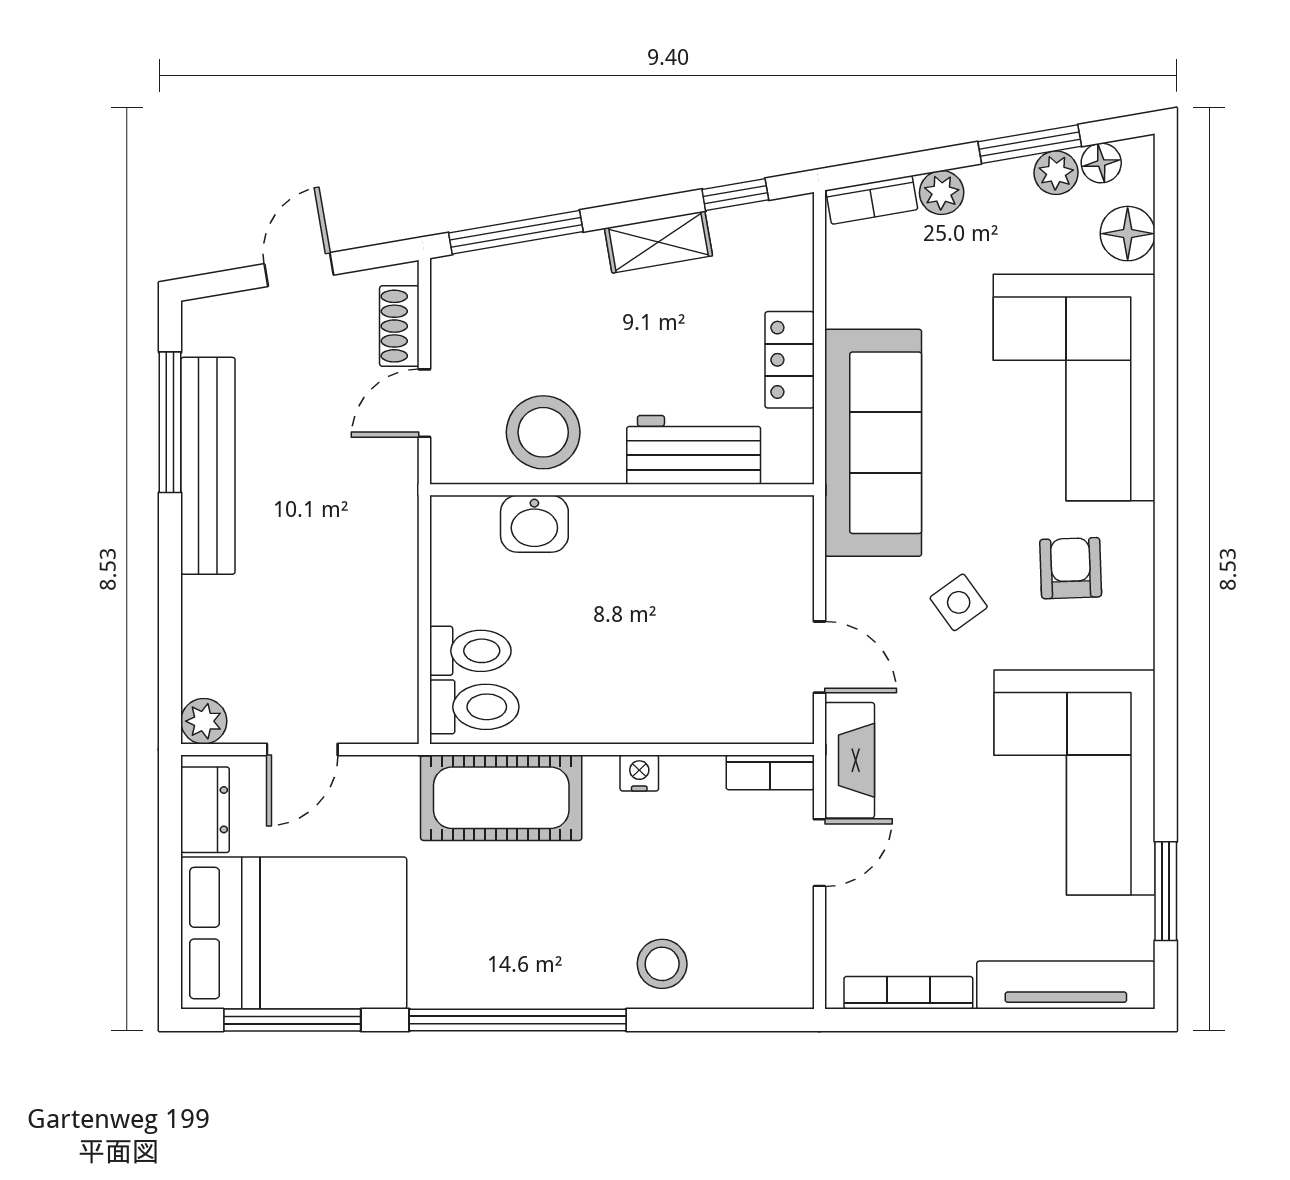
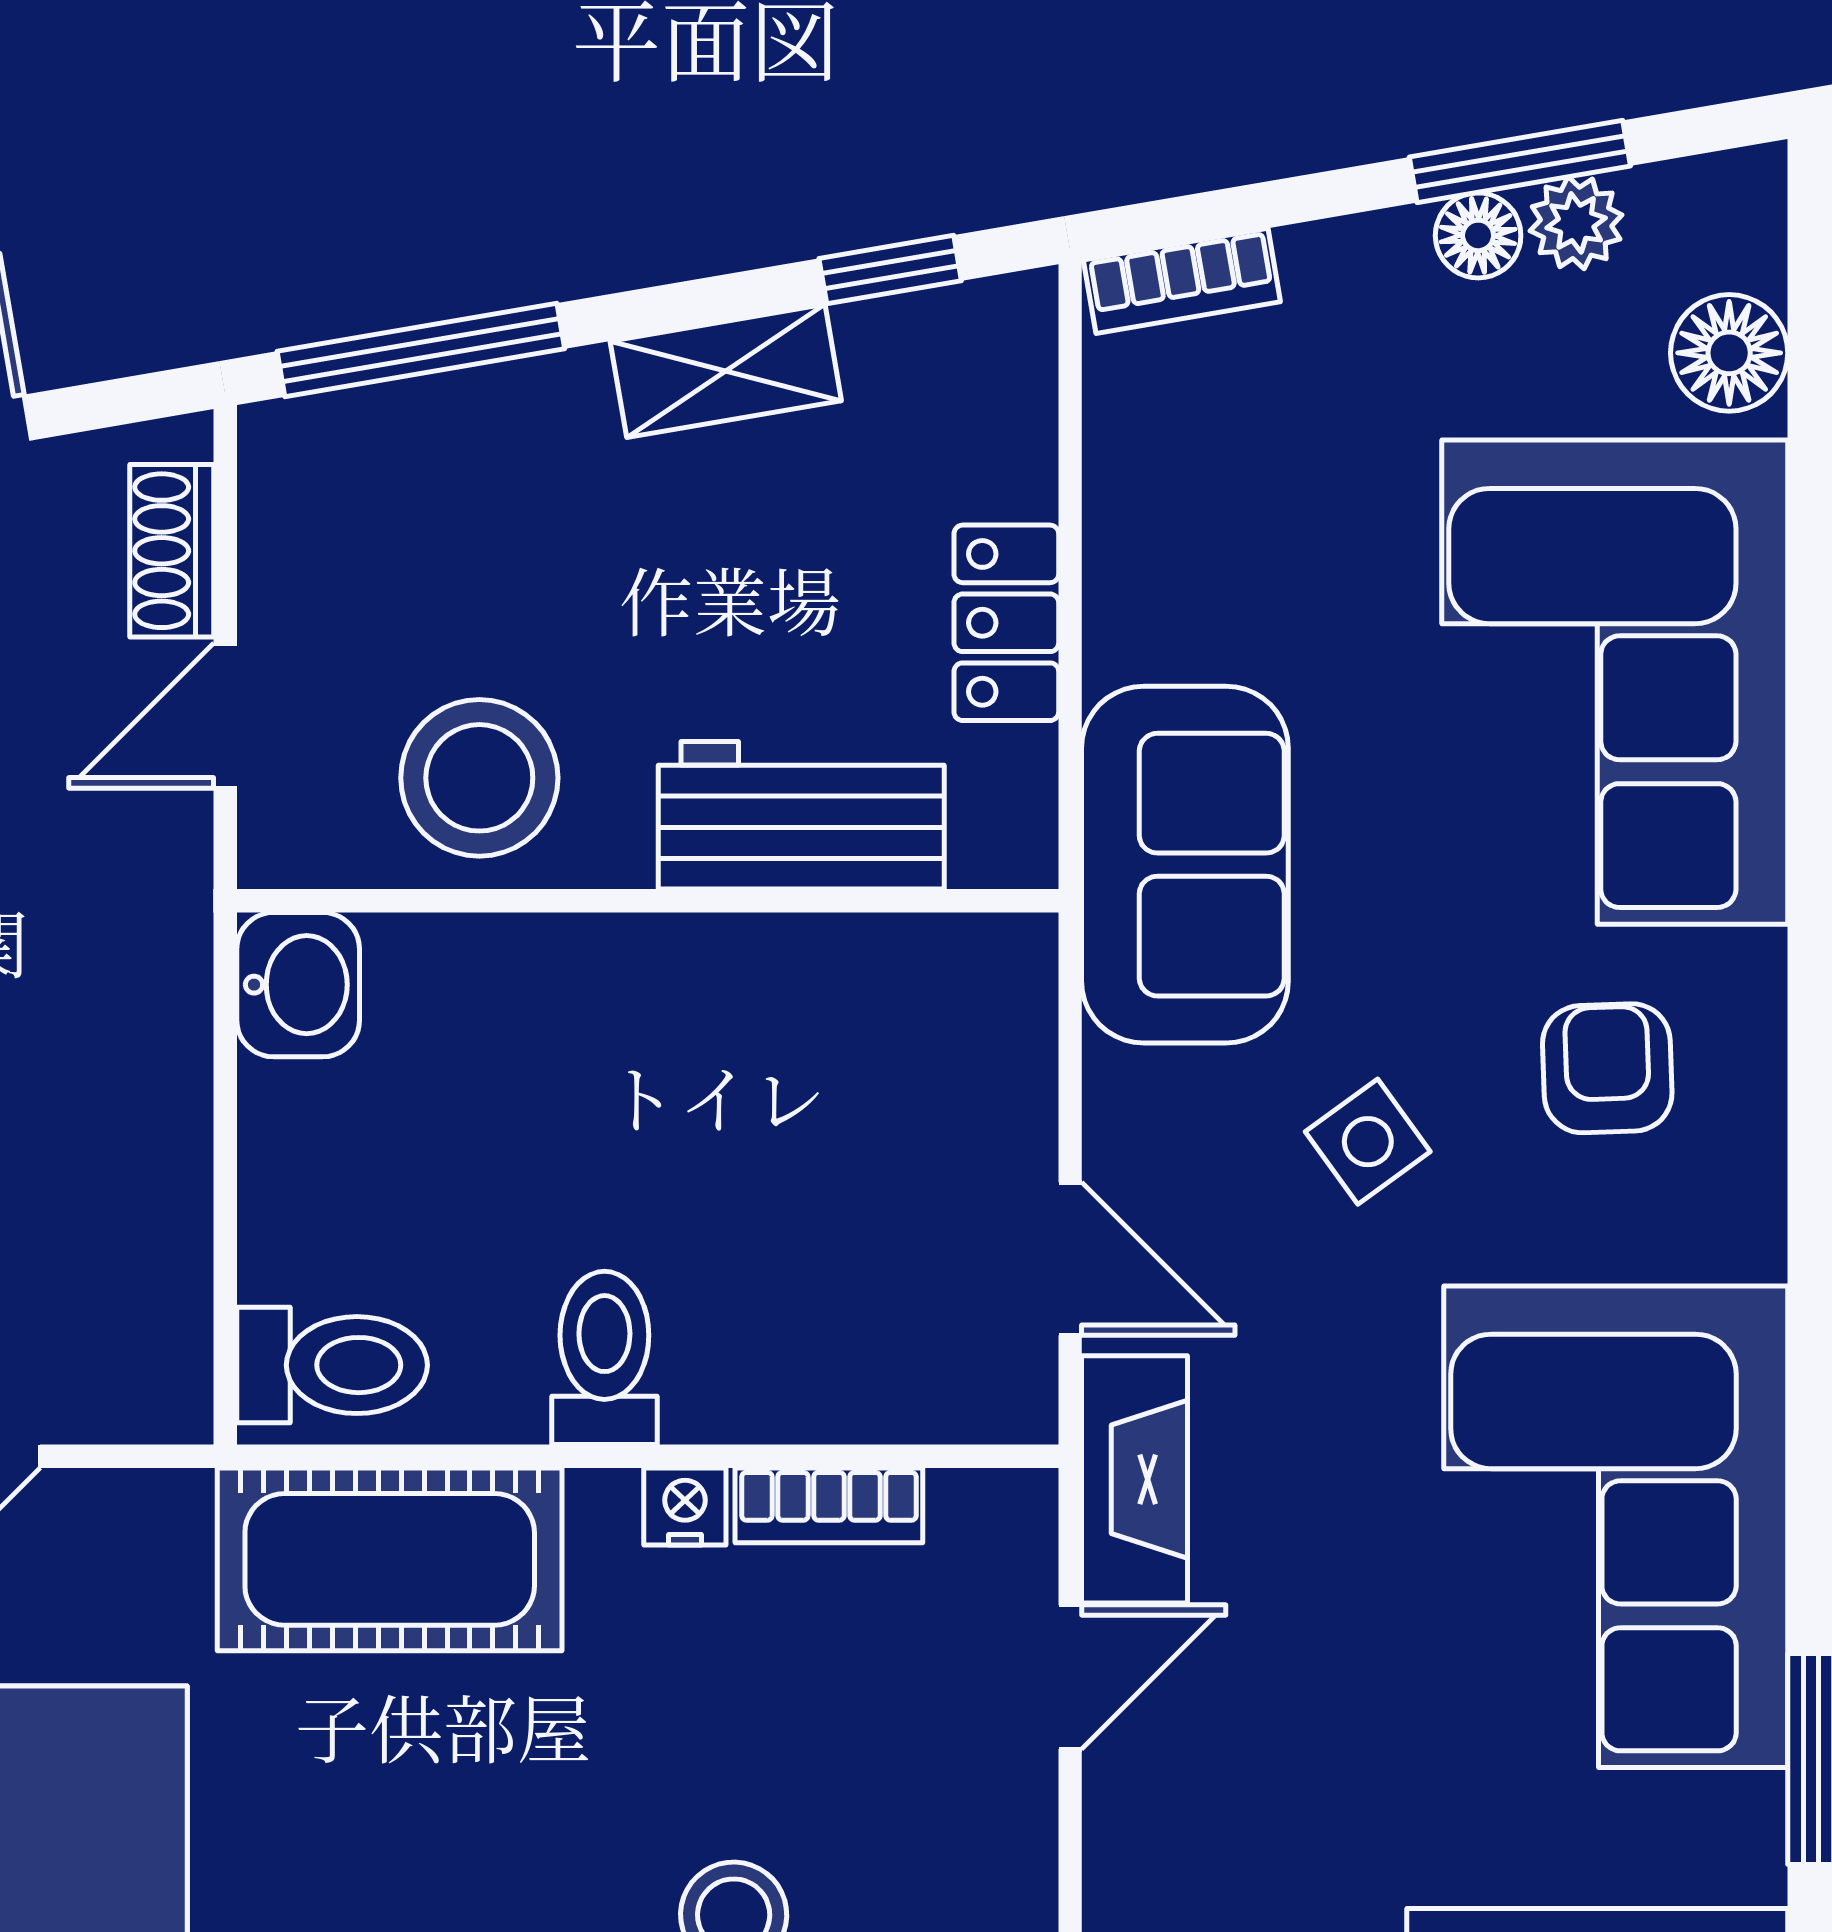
floor lamp: (1101, 163) -> (1478, 235), moved
plant: (942, 193) -> (1331, 265), removed
sofa: (873, 443) -> (1185, 865), width x0.73
washbasin: (534, 524) -> (298, 985), moved, turned -90
toilet: (470, 651) -> (604, 1358), moved, turned -90
bookcase: (770, 772) -> (829, 1505), moved

